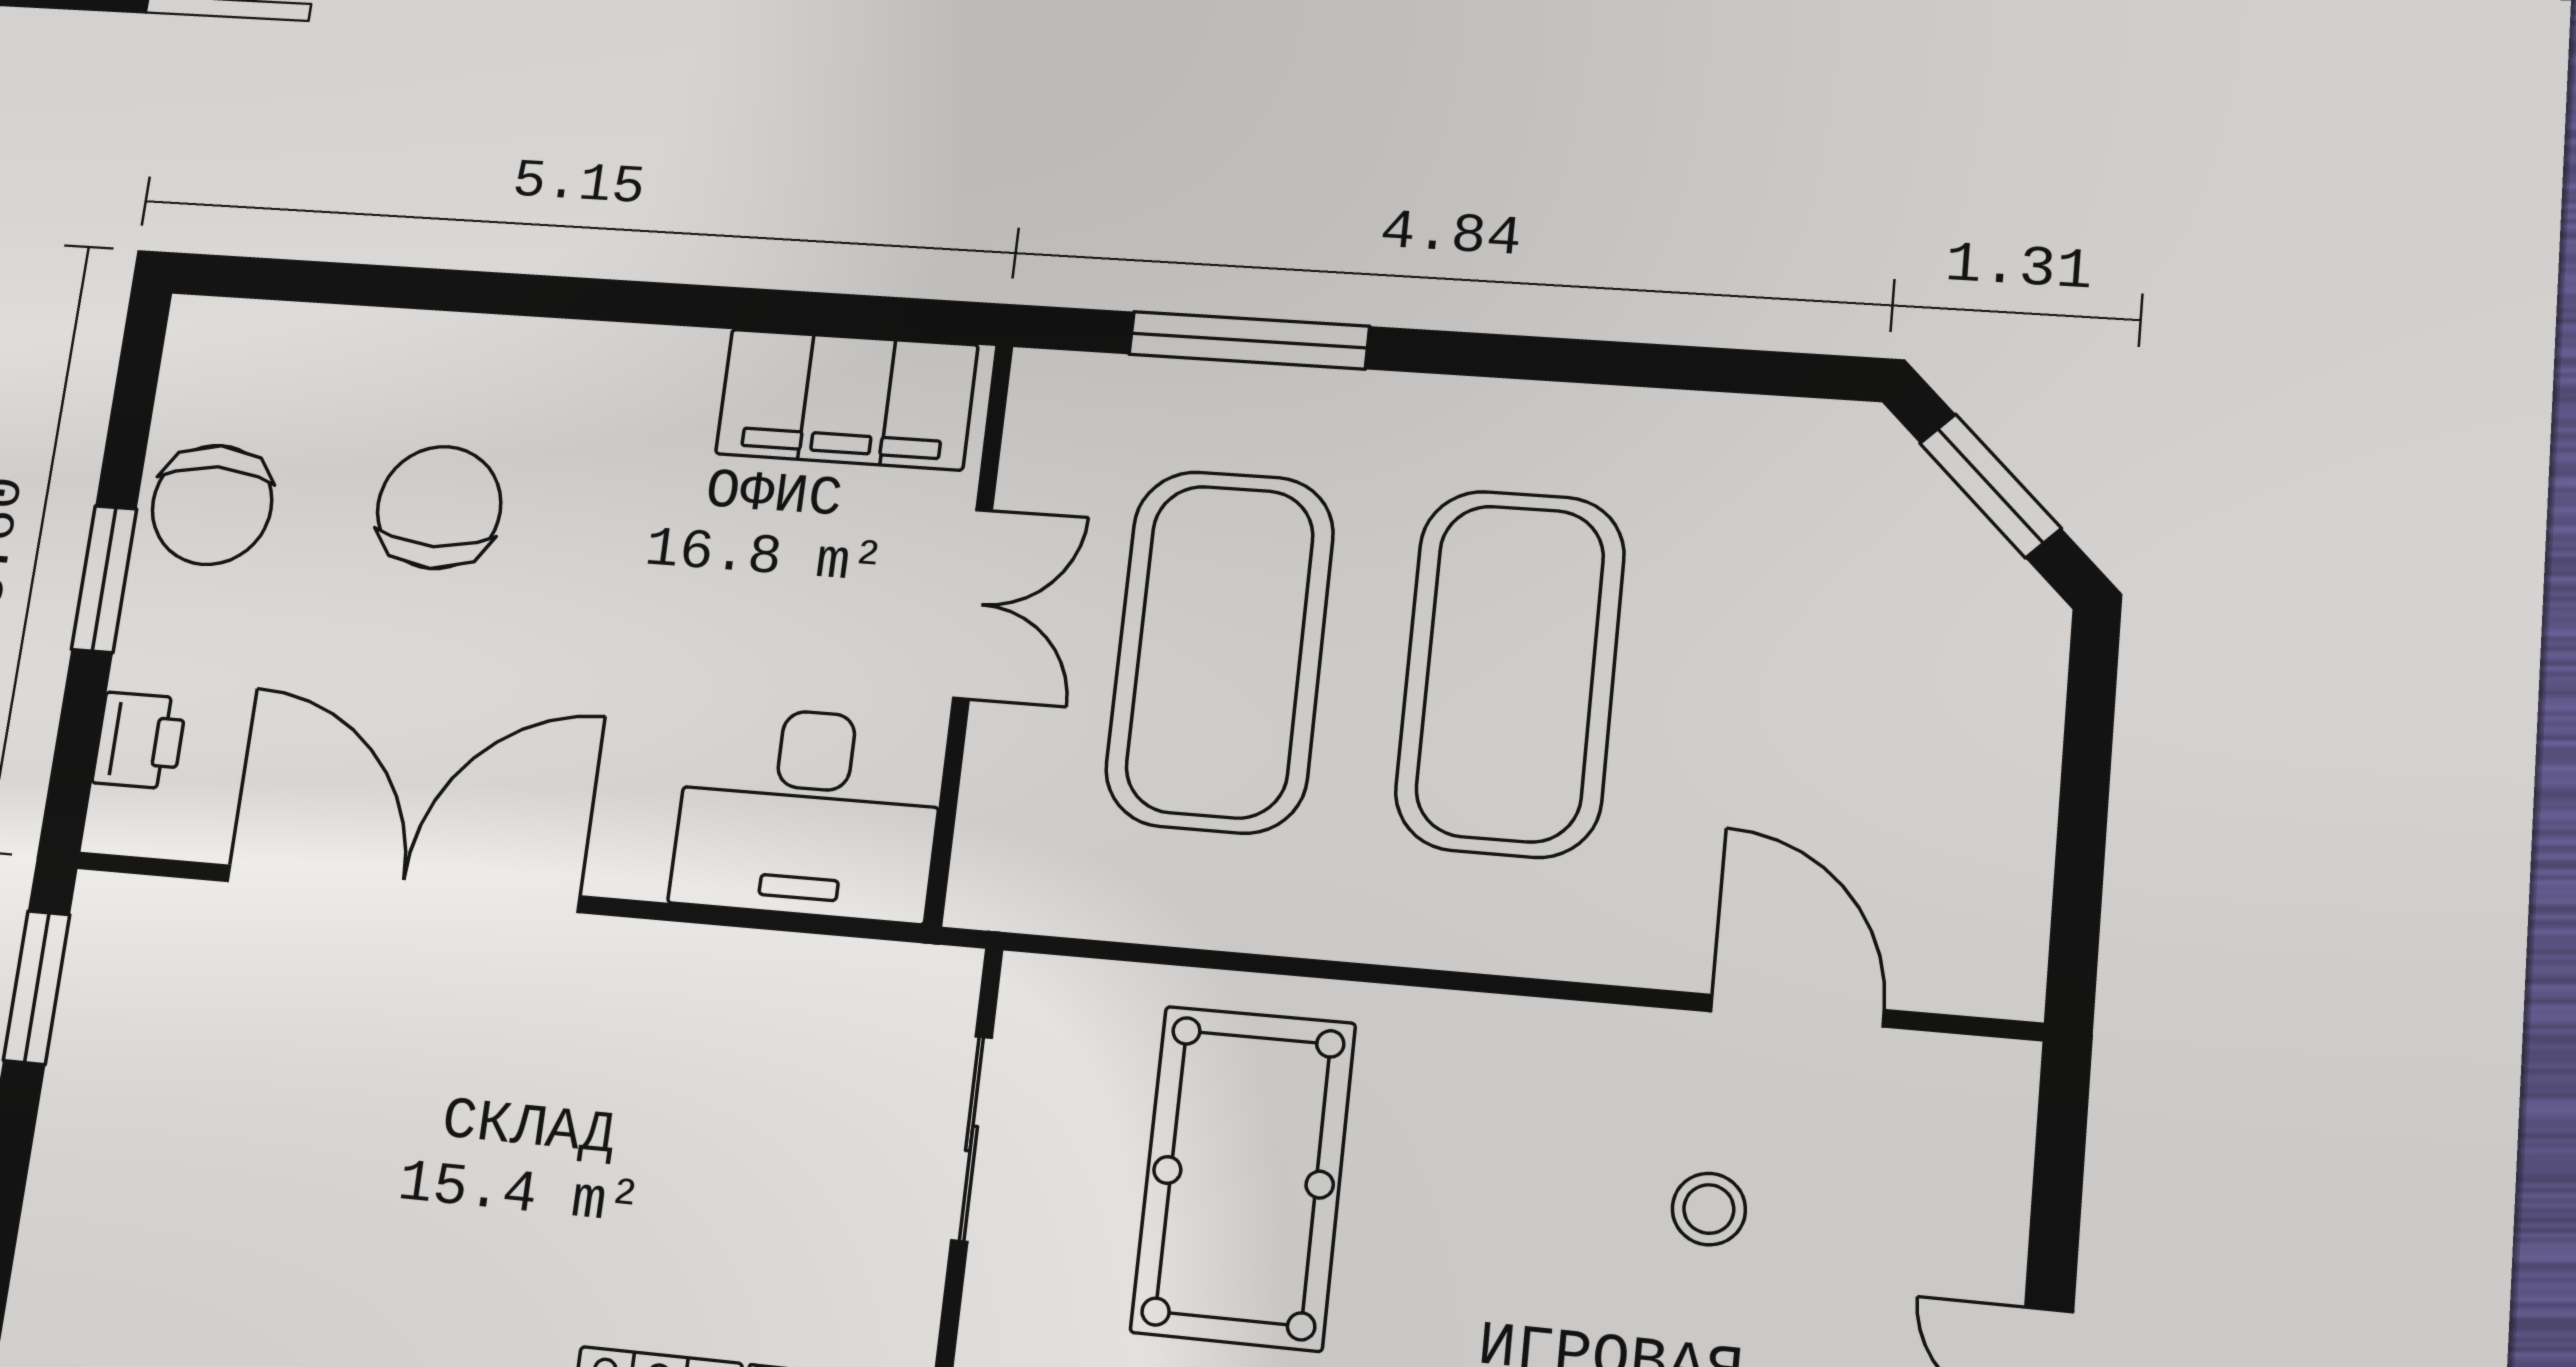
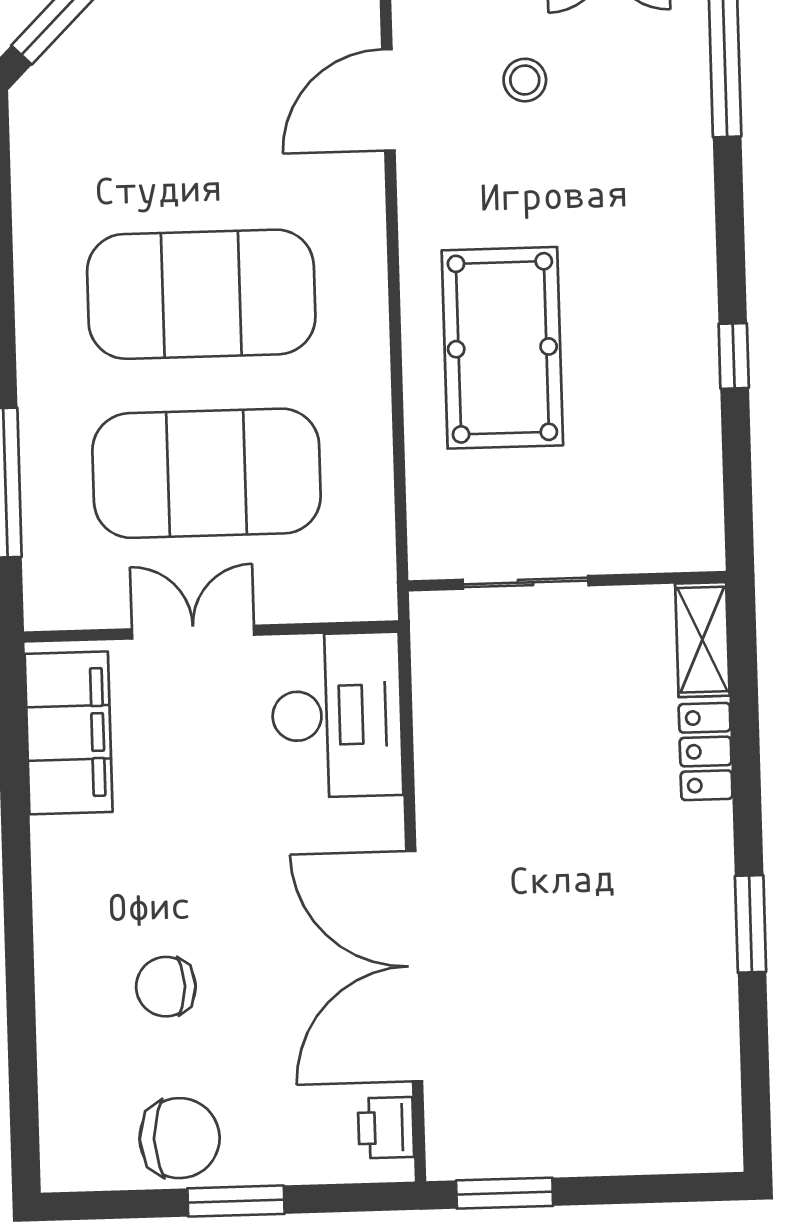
chair: (439, 507) -> (166, 987), width x0.73, depth x0.73
printer: (140, 741) -> (386, 1128), moved, turned -90
pool table: (1243, 1177) -> (502, 348), moved, turned 90
stool: (1709, 1209) -> (525, 80), moved

